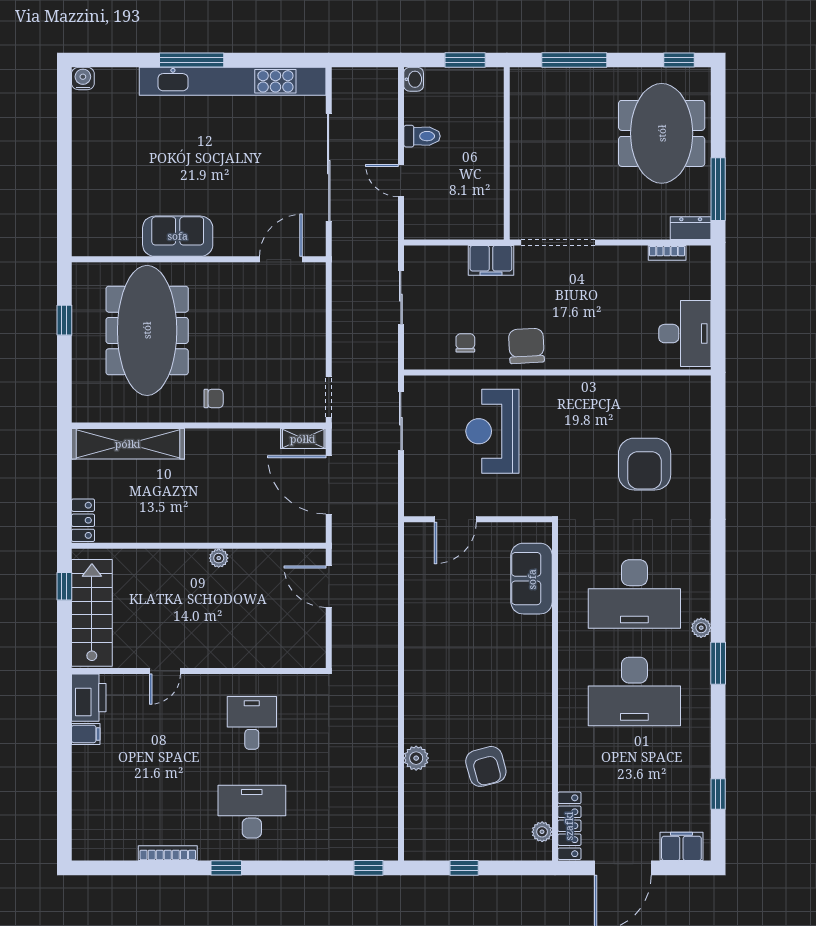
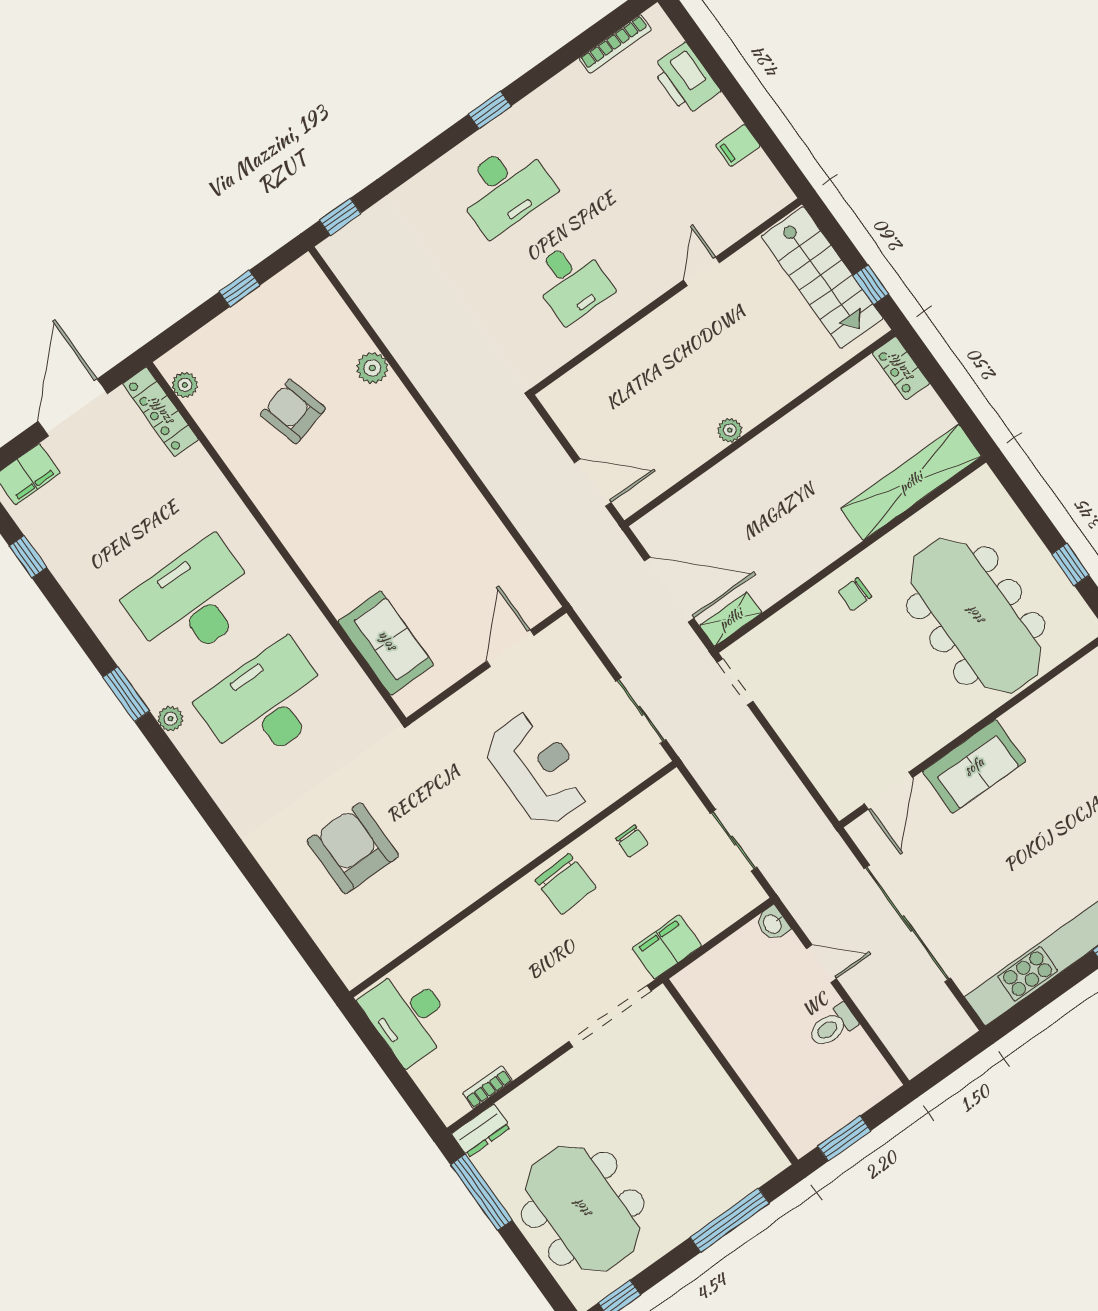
washbasin: (414, 79) -> (773, 924), moved
sofa: (178, 236) -> (974, 766), moved
printer: (89, 698) -> (686, 79), moved
bookcase: (168, 853) -> (615, 44), moved

